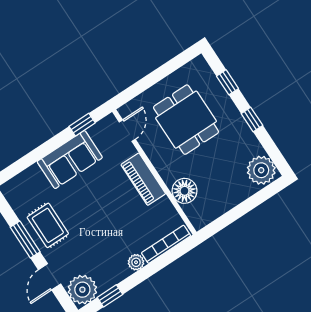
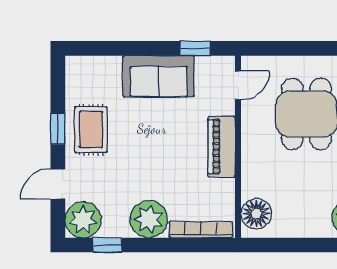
floor lamp: (185, 191) -> (256, 214), moved
window: (25, 239) -> (58, 129), width x0.67
plant: (136, 262) -> (149, 219), width x1.87, depth x1.87

